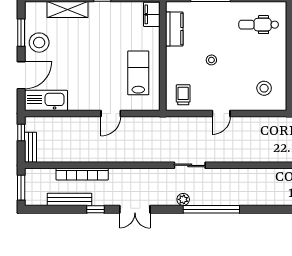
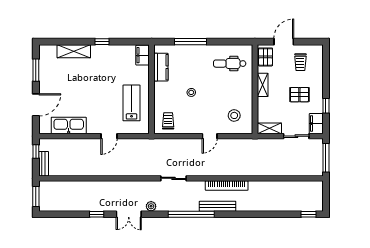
stool: (39, 43) -> (51, 78), removed
kitchen sink: (46, 100) -> (69, 125), moved
door: (221, 114) -> (210, 136), moved
bookcase: (82, 174) -> (227, 186), moved
bench: (70, 199) -> (218, 206), moved
plant: (183, 199) -> (151, 206), moved

